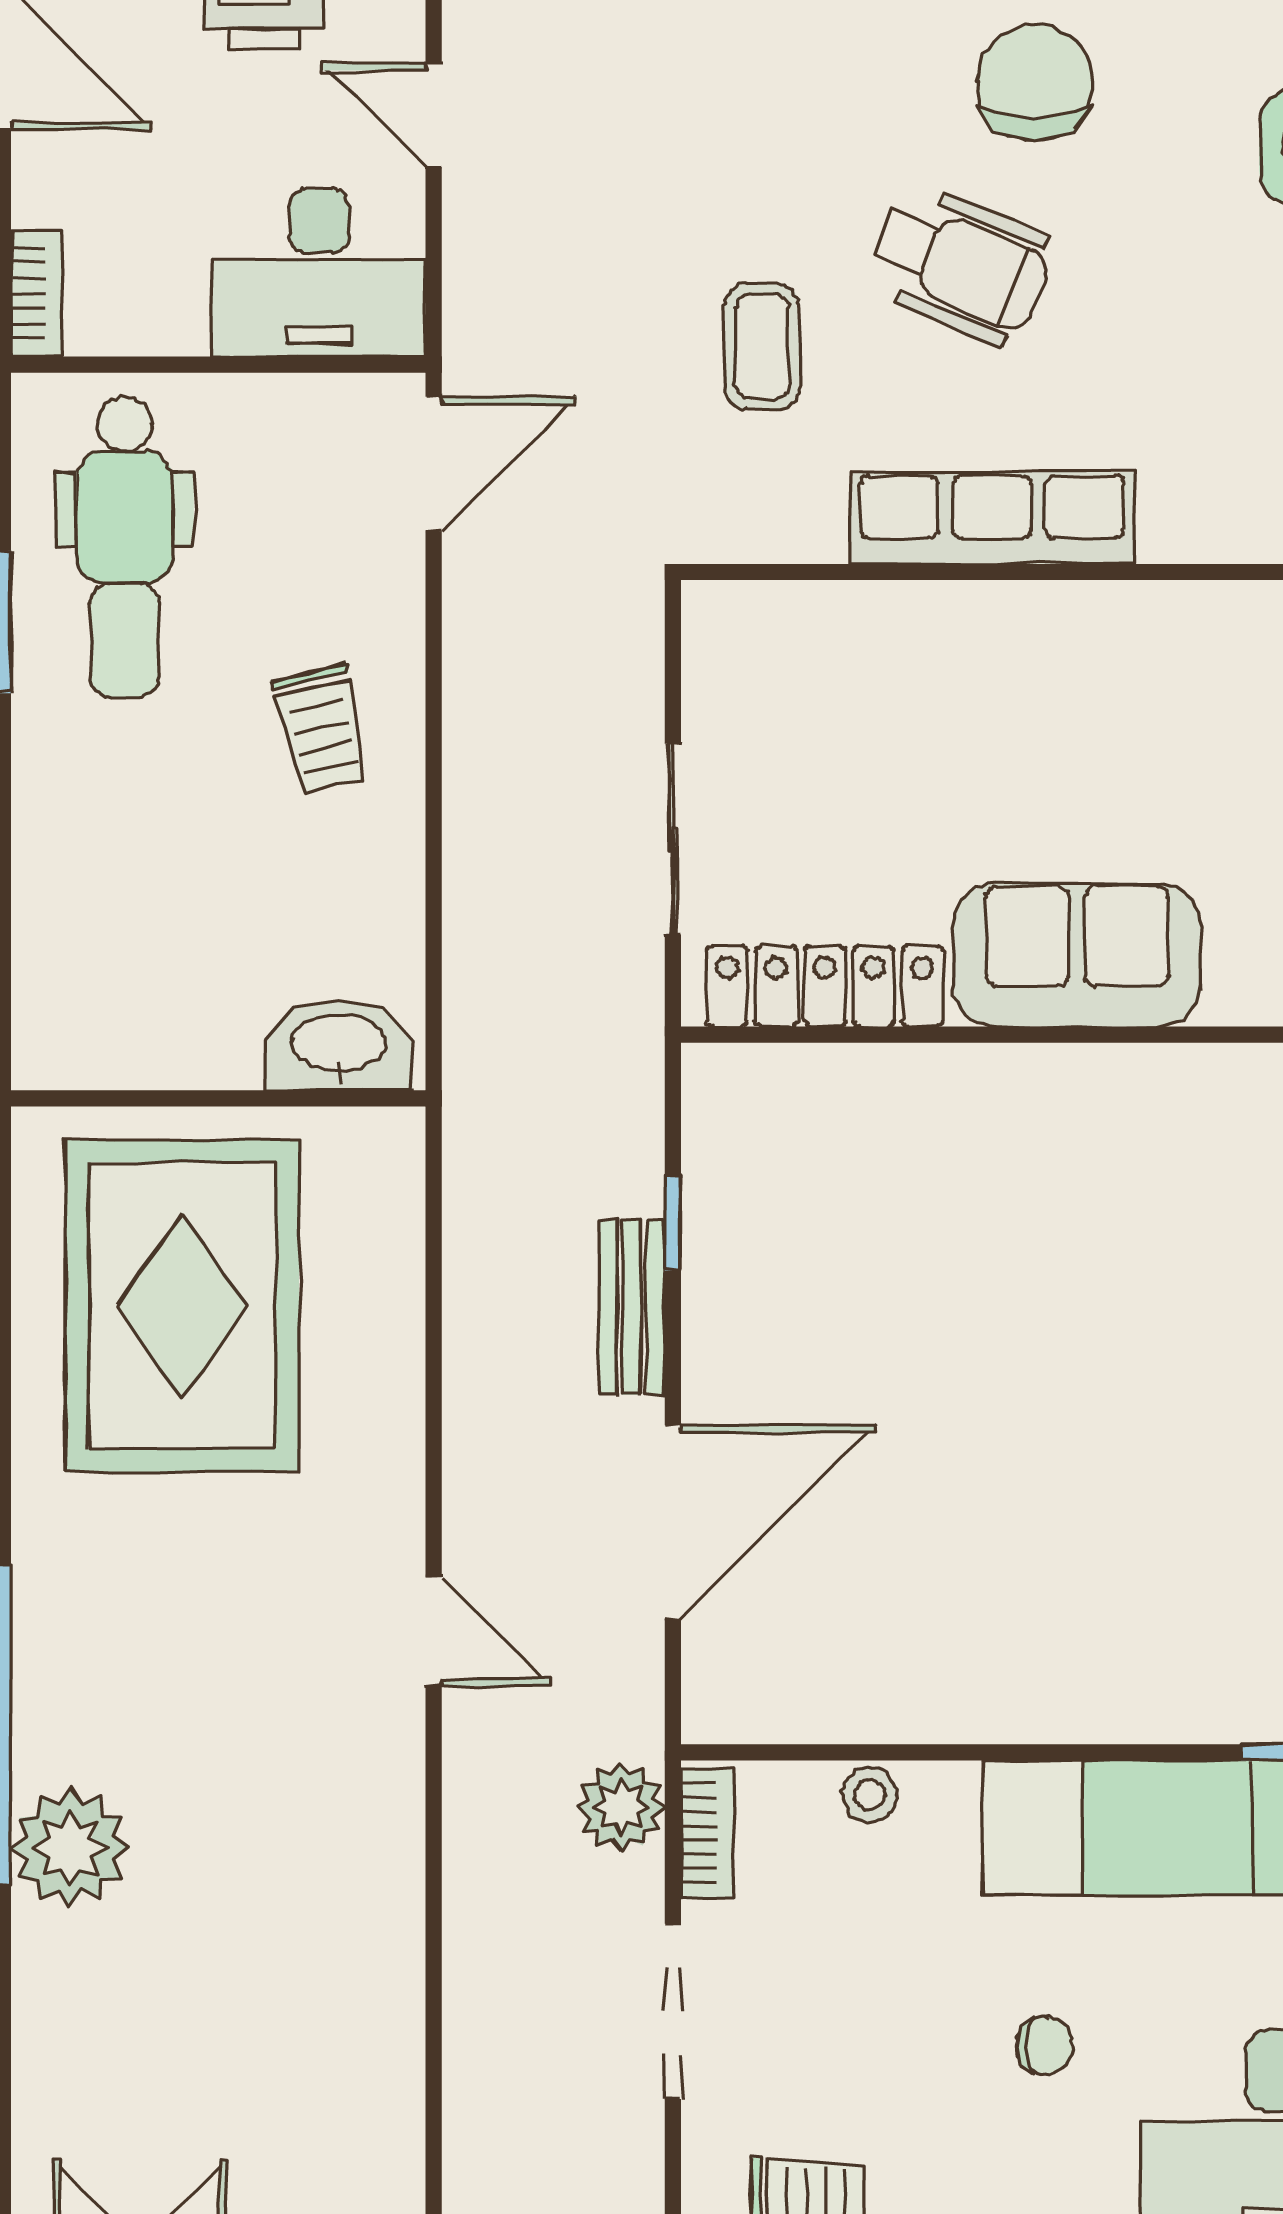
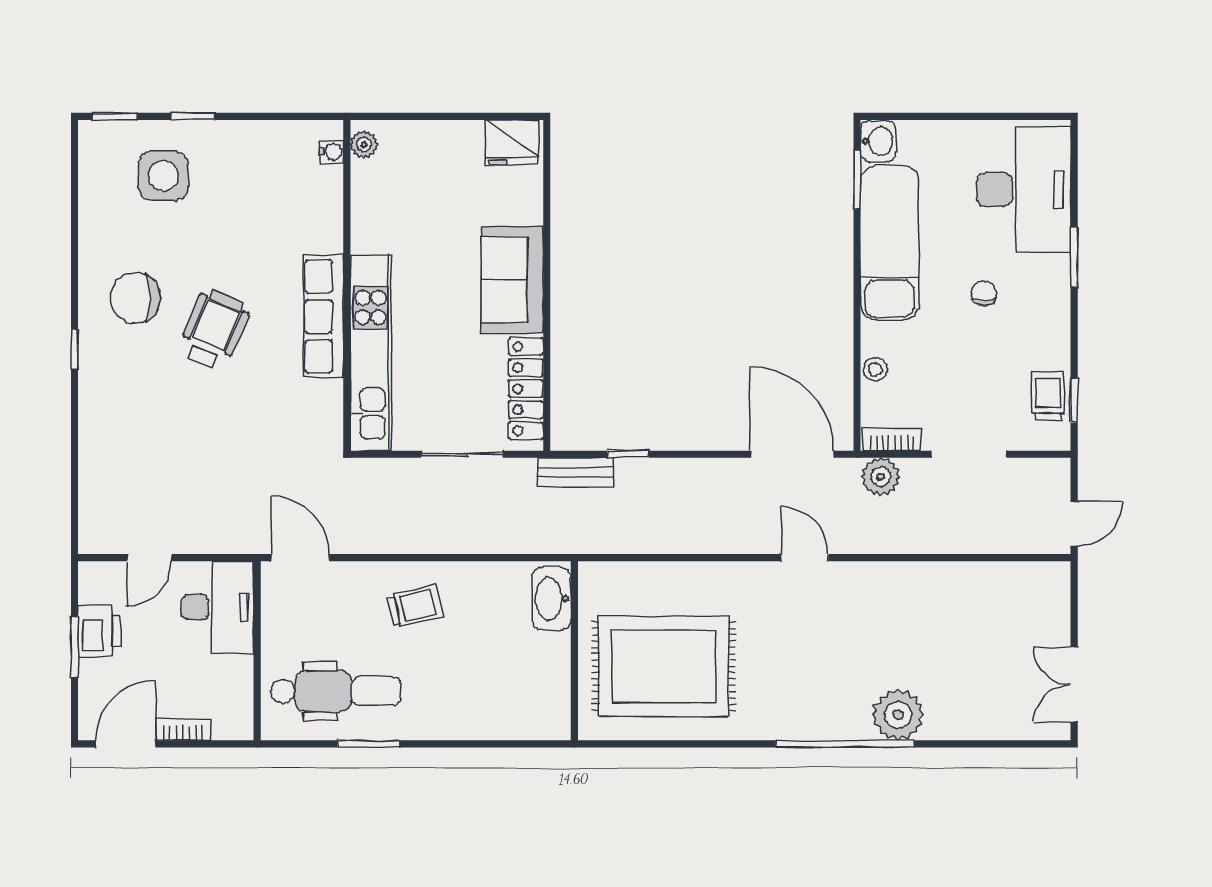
bookcase: (36, 294) -> (183, 729), moved
coffee table: (762, 347) -> (249, 416), removed
kitchen unit: (908, 627) -> (371, 353), added
bench: (632, 1307) -> (576, 472), moved
door: (673, 1522) -> (792, 454), moved
door: (434, 1632) -> (805, 558), hinge flipped

